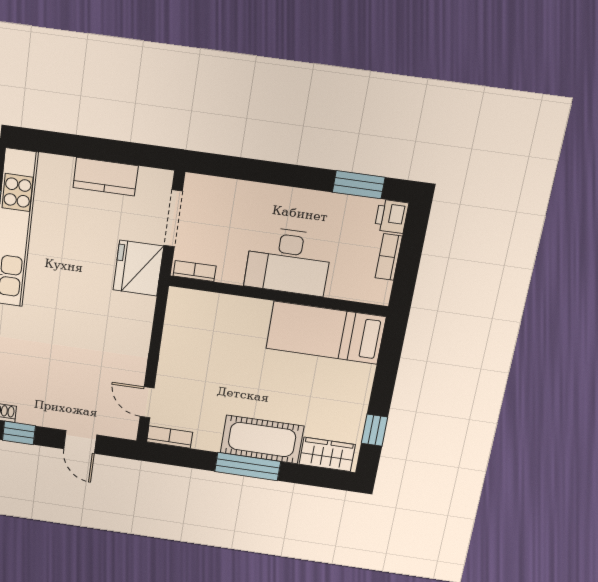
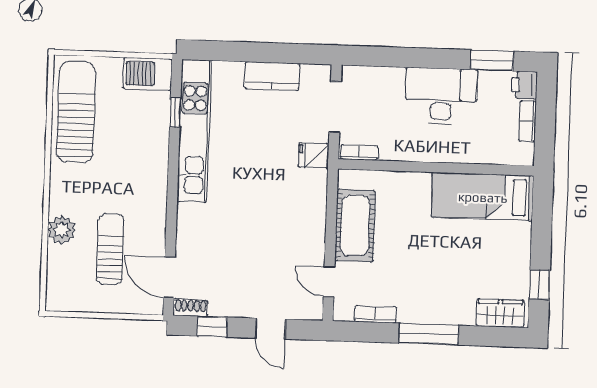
desk: (288, 261) -> (441, 96), moved, turned 180
fridge: (138, 268) -> (314, 155), width x0.53, depth x0.75
bookcase: (170, 437) -> (375, 314), moved
cot: (262, 439) -> (355, 226), moved, turned 90

